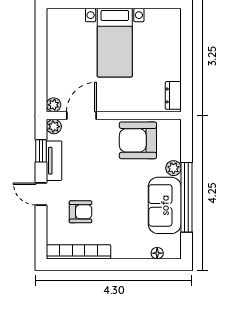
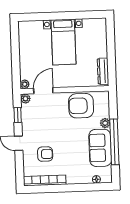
dresser: (173, 95) -> (103, 71), width x1.44
tv unit: (54, 161) -> (26, 121), removed

